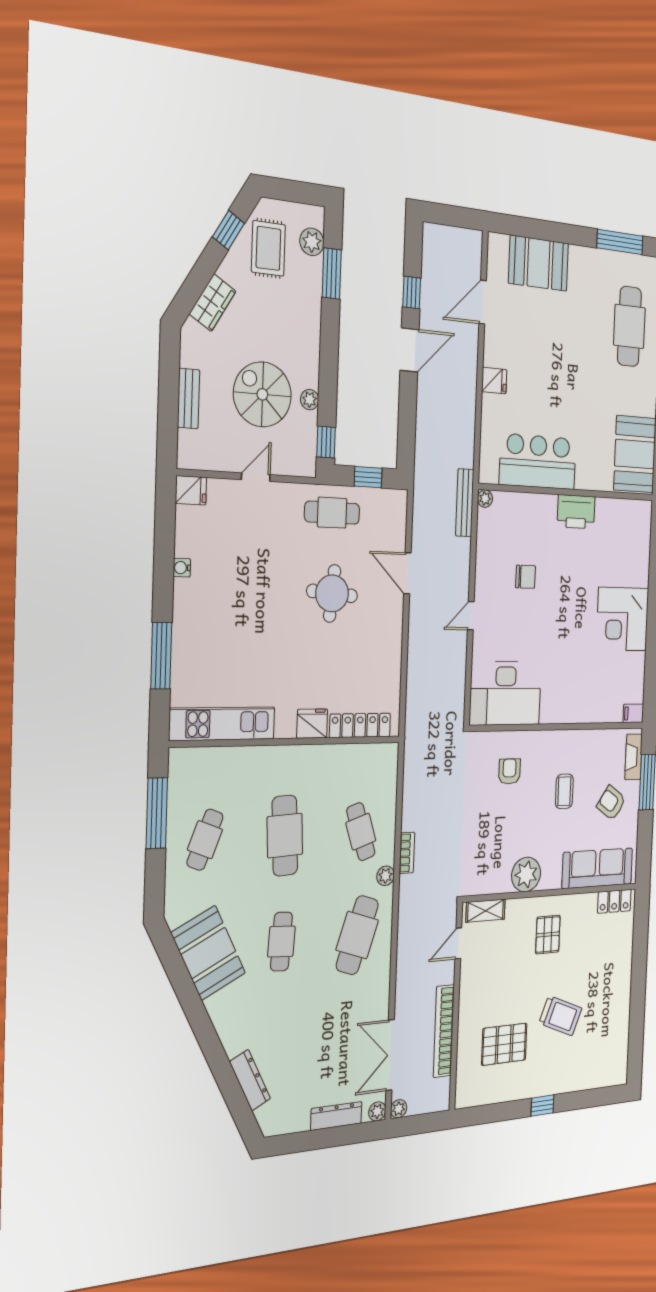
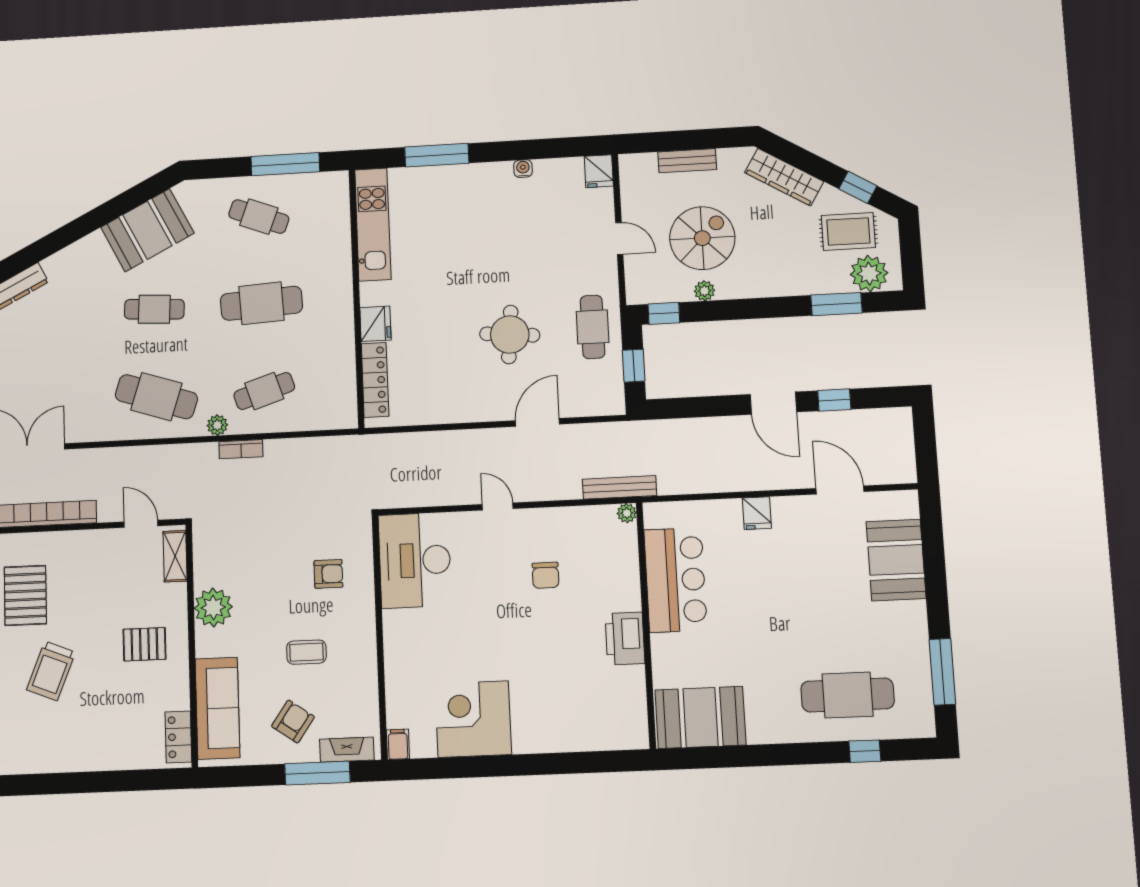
plant: (312, 242) -> (869, 274), width x1.36, depth x1.36
wardrobe: (213, 303) -> (784, 177), width x1.50
corner desk: (623, 619) -> (473, 719), moved

